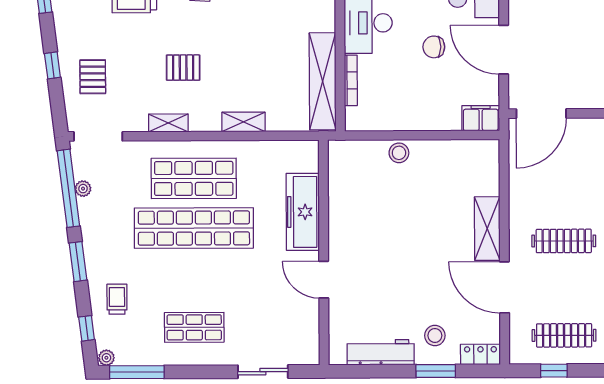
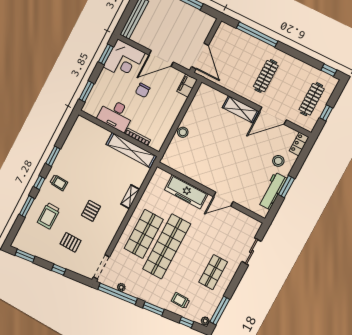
pallet: (93, 77) -> (71, 242), moved
shelving: (168, 123) -> (112, 231), removed
window: (436, 371) -> (286, 187), moved

